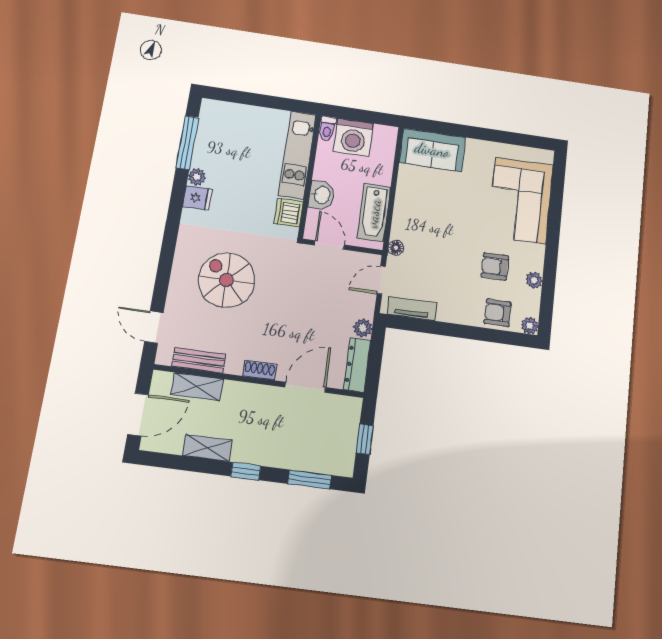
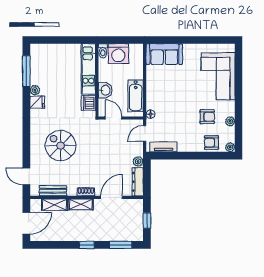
armchair: (495, 266) -> (207, 117), turned 180
shelving: (207, 448) -> (81, 204), moved

